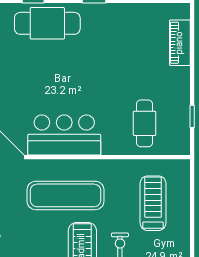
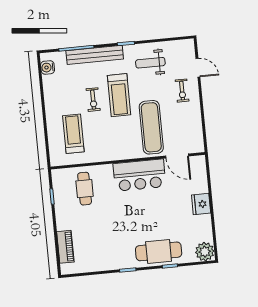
exercise mat: (65, 195) -> (151, 127), moved, turned 90
treadmill: (153, 203) -> (73, 134), turned 180

